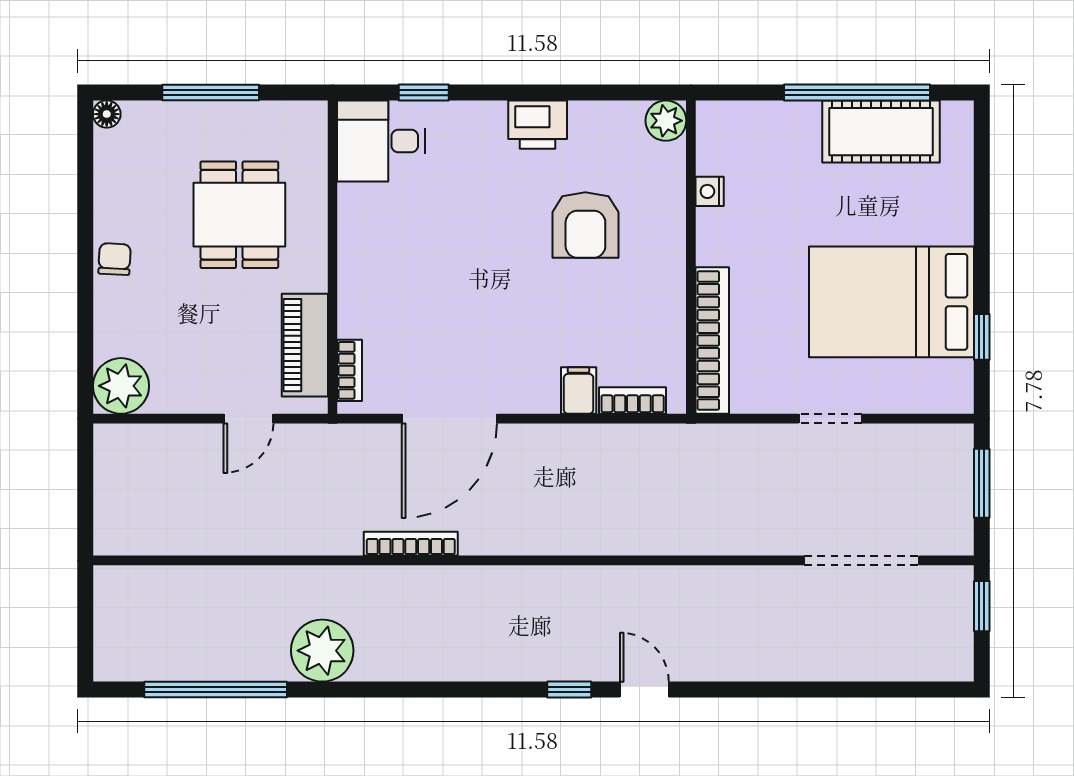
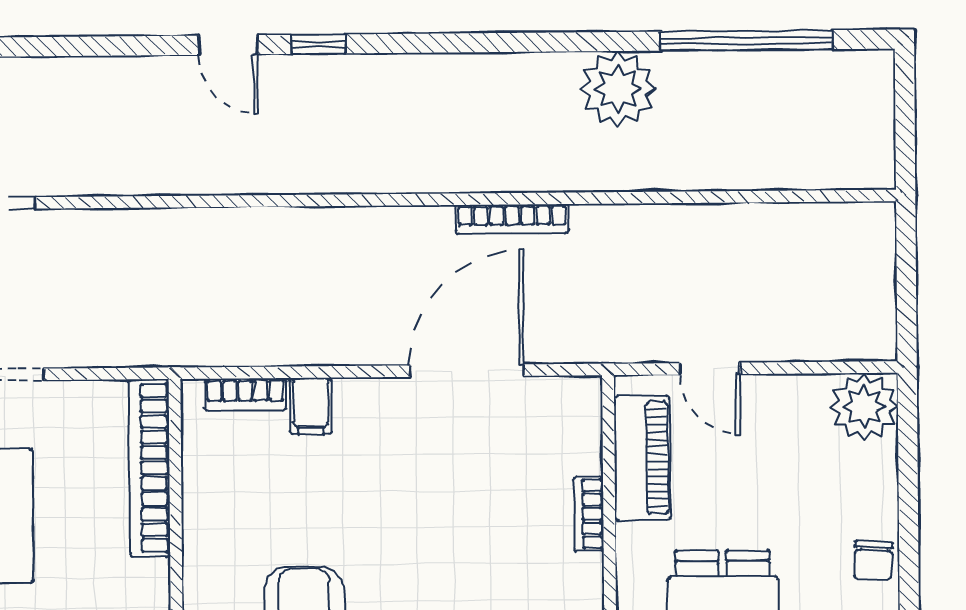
bookcase: (350, 370) -> (589, 514), moved
door: (248, 419) -> (710, 369), swing flipped

